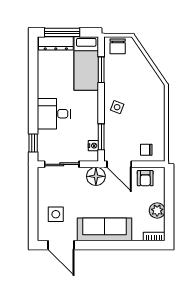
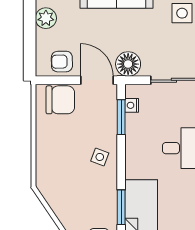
chair: (146, 150) -> (60, 100), width x1.87, depth x1.87
armchair: (145, 178) -> (62, 62), turned -91

